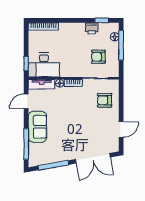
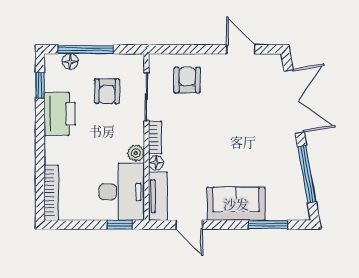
printer: (92, 28) -> (60, 114), width x1.87, depth x1.48
plant: (65, 72) -> (136, 153), added
armchair: (105, 100) -> (187, 80), turned 180
window: (26, 144) -> (268, 225), width x0.69

